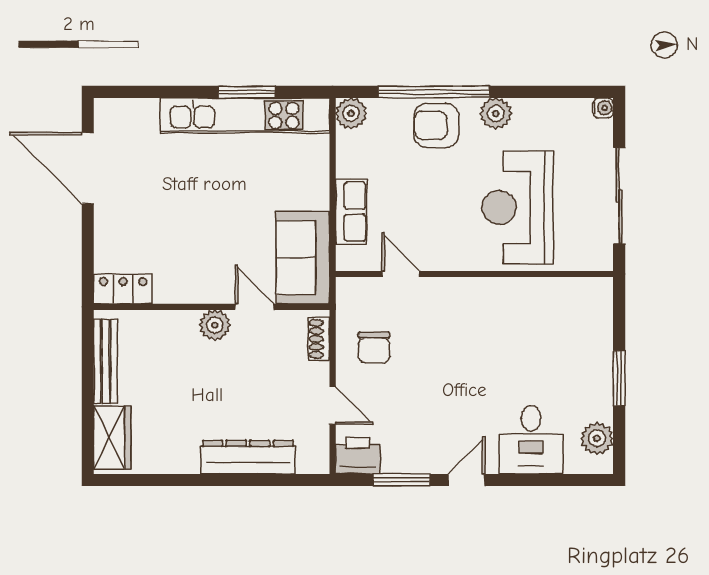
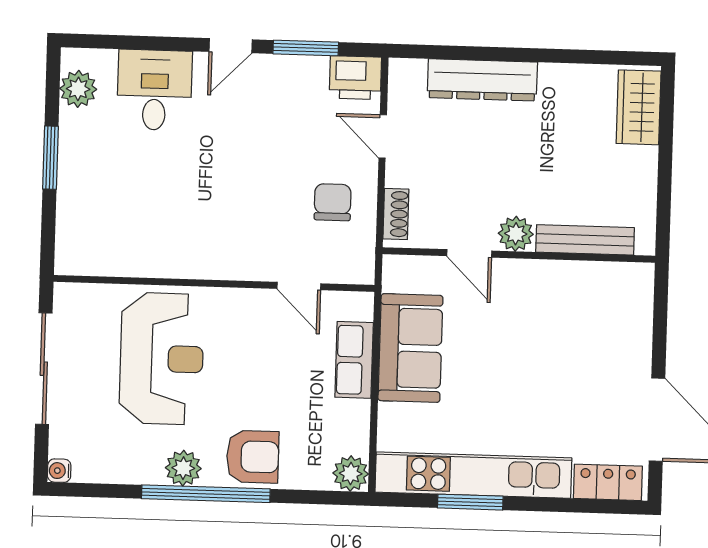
window: (434, 92) -> (206, 494), moved
sofa: (303, 258) -> (410, 348), moved
locker: (123, 289) -> (608, 482), moved, turned 180
bench: (106, 361) -> (585, 240), moved, turned 90

